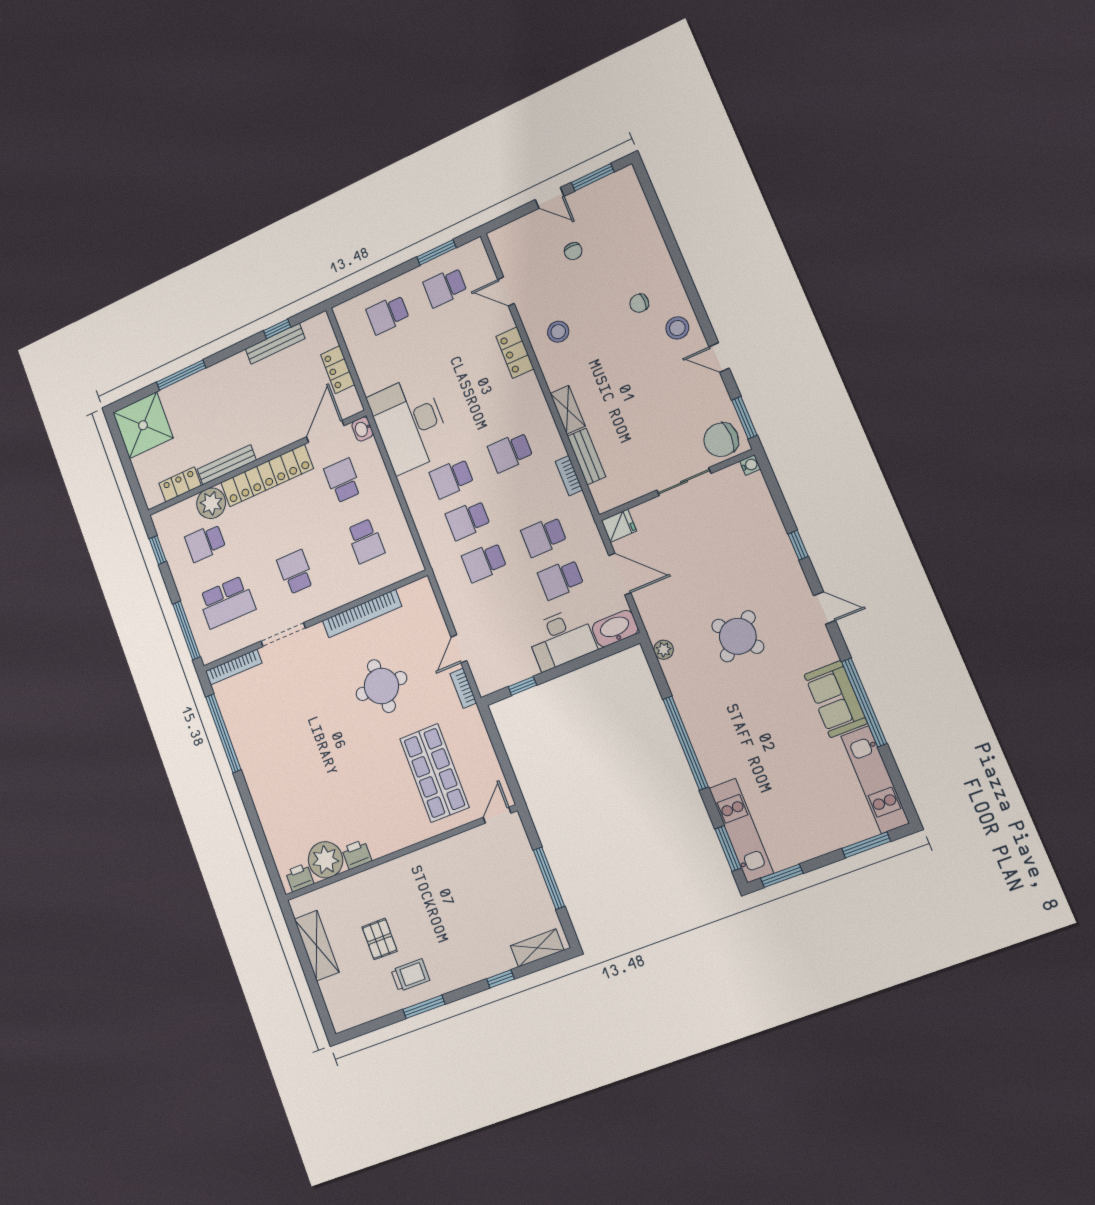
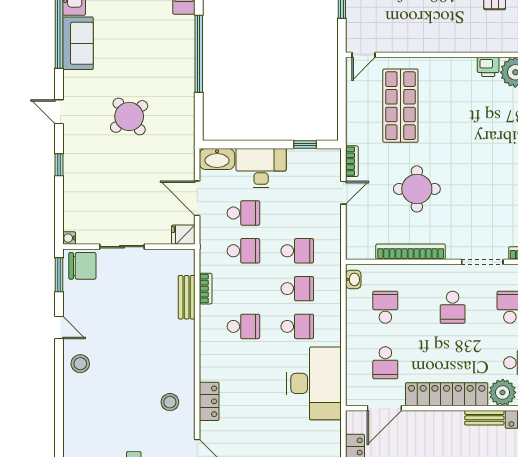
chair: (639, 303) -> (101, 395), removed
shelving: (568, 410) -> (187, 339), removed
washbasin: (362, 429) -> (353, 279), moved
bench: (227, 465) -> (484, 418), width x0.73
plant: (664, 650) -> (187, 129), removed

